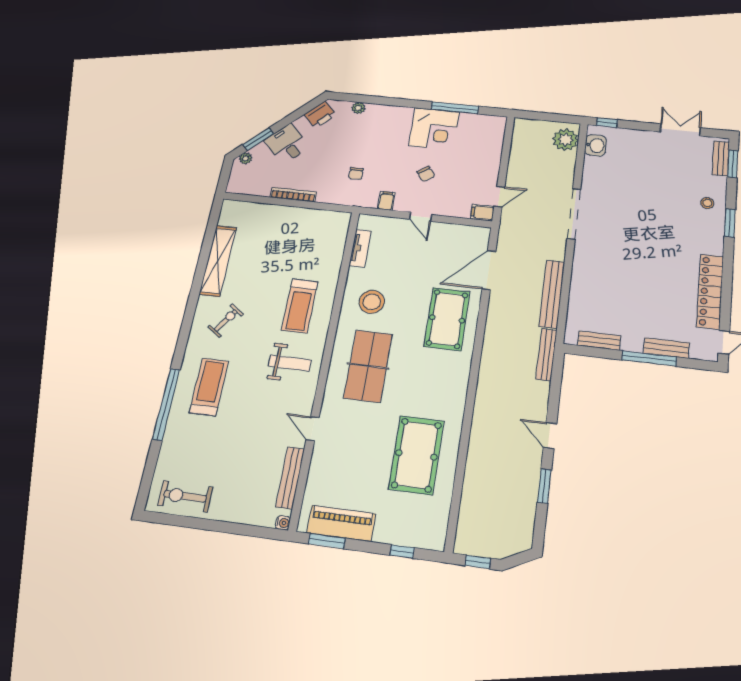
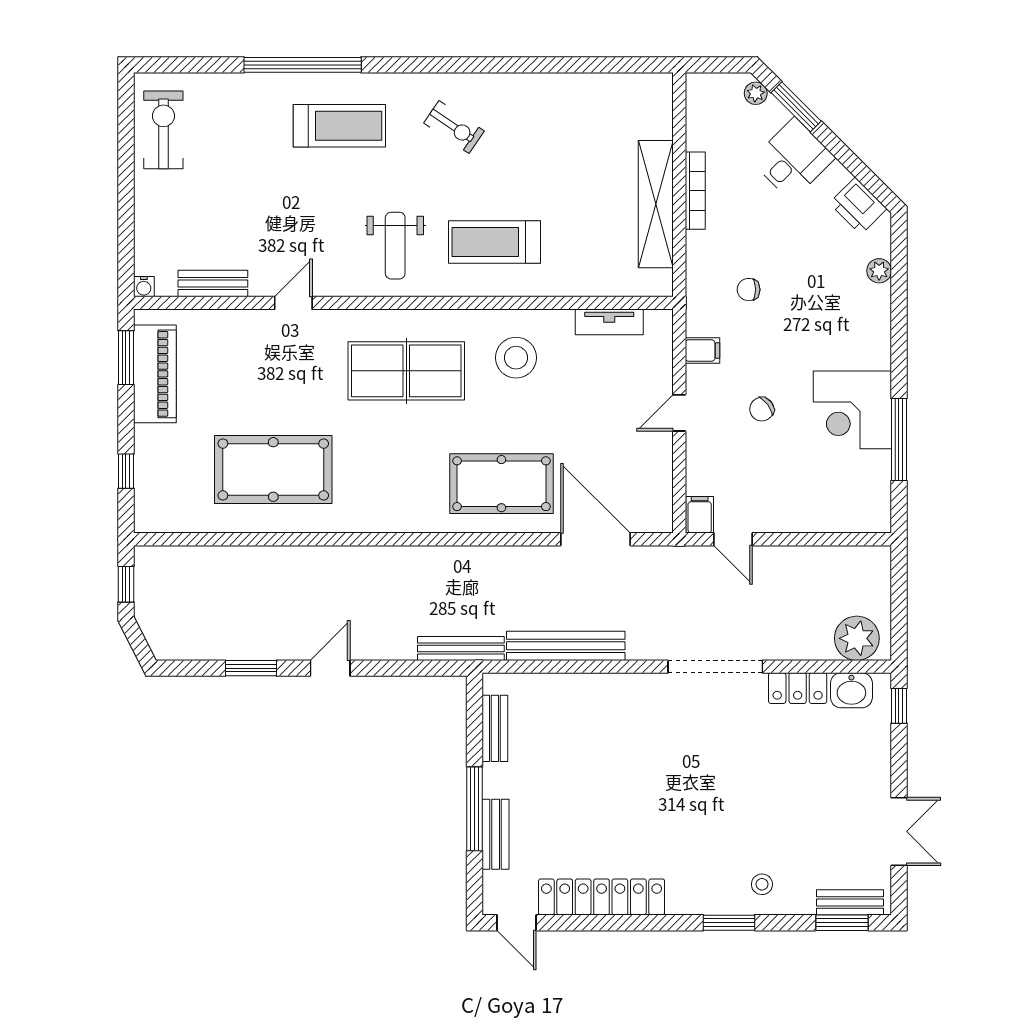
locker: (591, 172) -> (798, 688), added
shelving: (218, 261) -> (656, 204), moved, turned 90
bench: (290, 478) -> (213, 284), width x0.73

